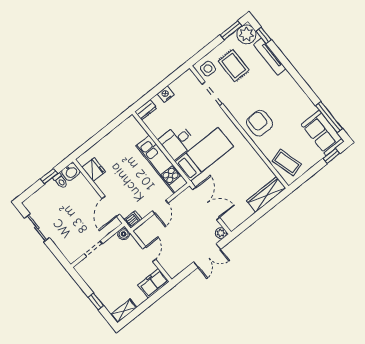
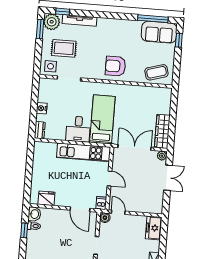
wardrobe: (266, 194) -> (162, 131), moved
door: (149, 254) -> (118, 212), moved

